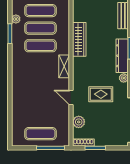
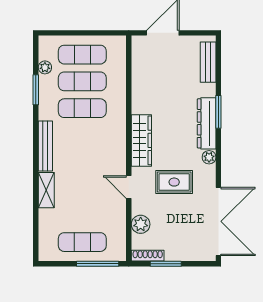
wardrobe: (79, 39) -> (141, 140), moved
shelving: (64, 66) -> (46, 190), moved
bench: (16, 71) -> (45, 146), added

